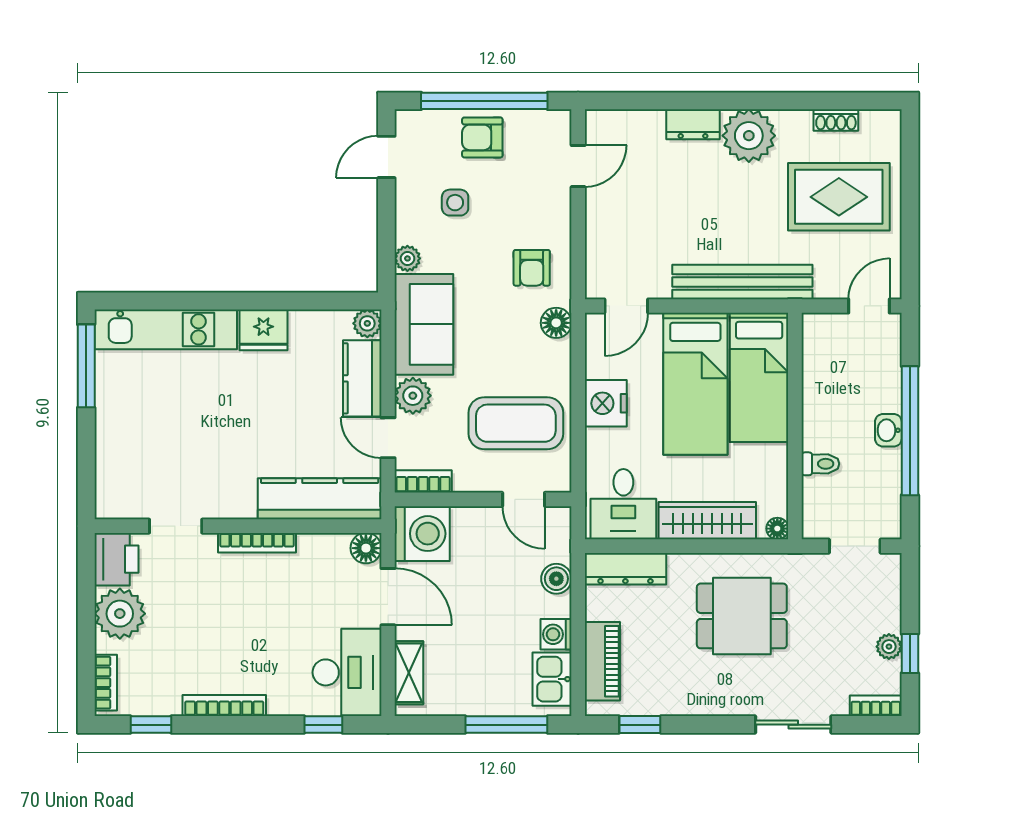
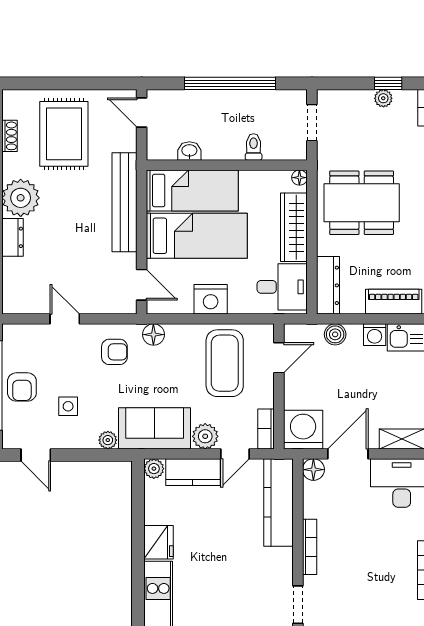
door: (578, 166) -> (65, 319), moved
washbasin: (888, 430) -> (189, 151), moved, turned 180
dining table: (742, 616) -> (362, 203), width x1.38

